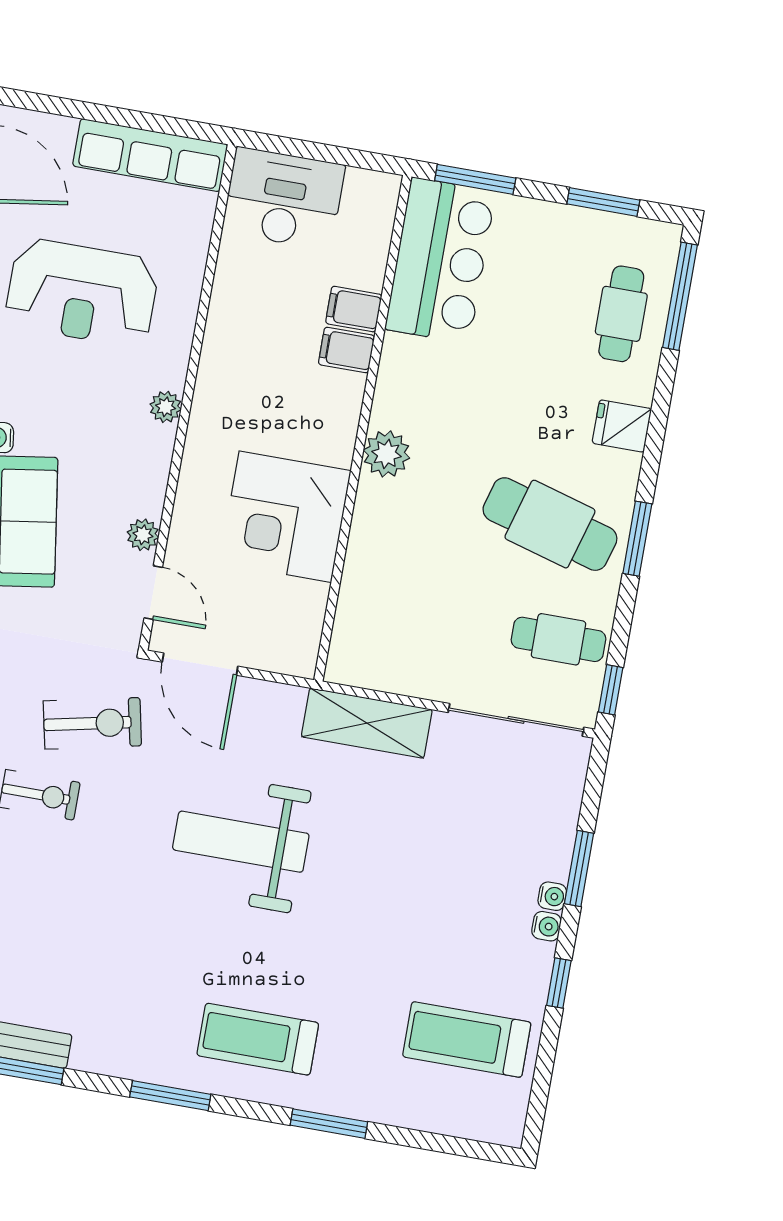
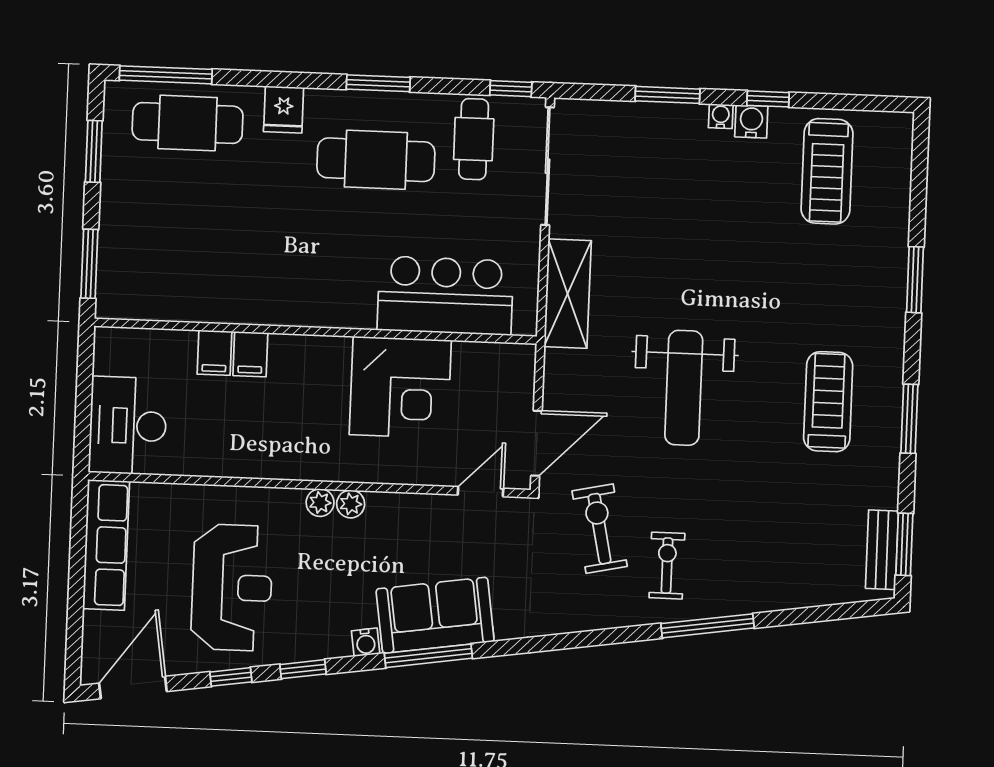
bar counter: (440, 260) -> (445, 296), moved
cafe table: (621, 314) -> (188, 123), width x1.37, depth x1.35
plant: (386, 454) -> (335, 308), removed
cafe table: (550, 524) -> (376, 160), turned 74
plant: (143, 535) -> (351, 504), moved
water cooler: (552, 896) -> (751, 121), moved, width x1.38, depth x1.38
treadmill: (258, 1039) -> (828, 402), moved, turned 180

